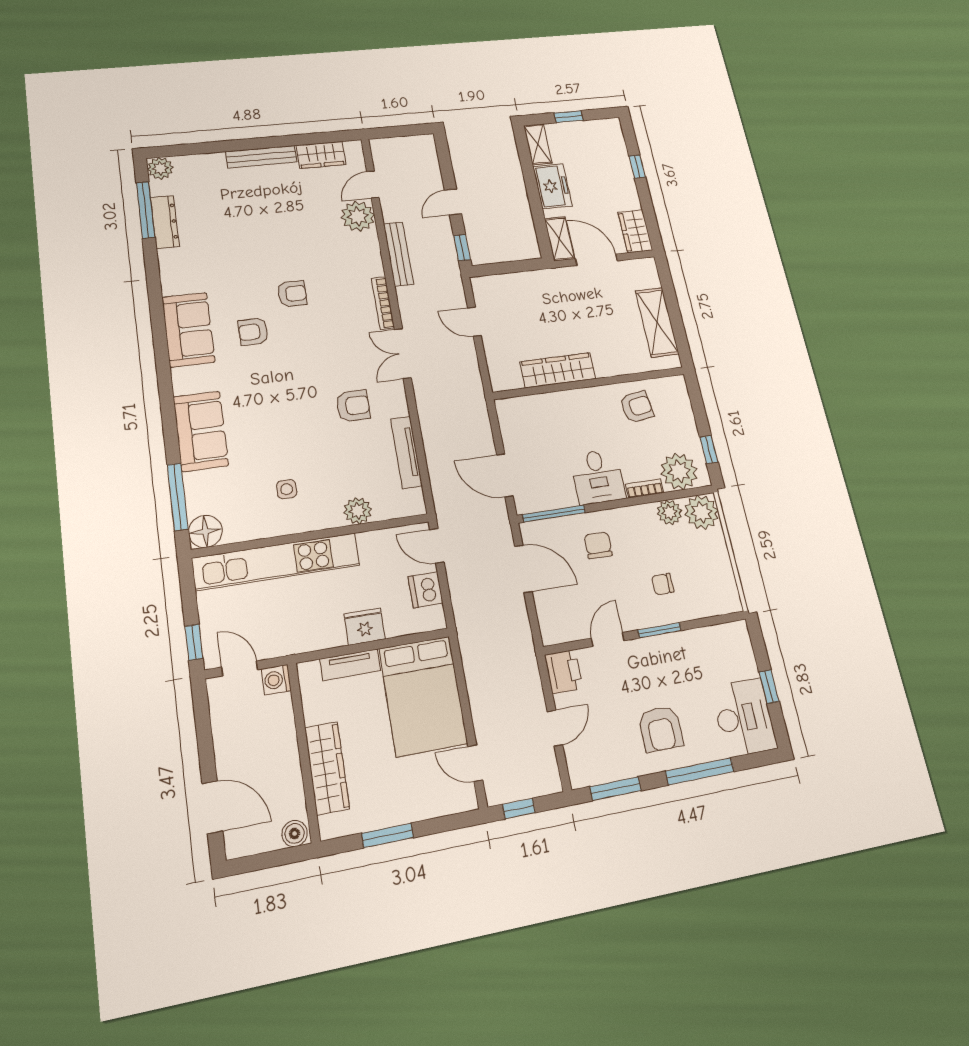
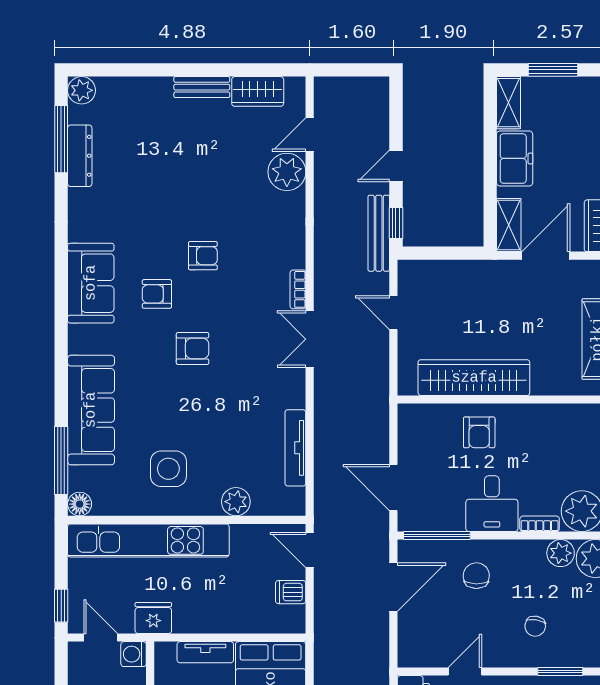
window: (569, 117) -> (553, 70), width x1.50
bench: (261, 157) -> (202, 87), width x0.73
bench: (398, 254) -> (379, 233), moved
door: (596, 260) -> (546, 256), hinge flipped
bookcase: (383, 303) -> (298, 289), width x0.64
wardrobe: (558, 370) -> (474, 378), width x1.40, depth x1.17
armchair: (353, 406) -> (193, 348), moved
armchair: (637, 407) -> (479, 432), moved, turned 98
sofa: (201, 431) -> (91, 410), width x1.36
side table: (287, 489) -> (168, 469), width x1.87, depth x1.87
floor lamp: (205, 531) -> (80, 504), width x0.73, depth x0.73
door: (523, 569) -> (393, 587), hinge flipped
chair: (663, 584) -> (535, 626), turned -80
dishwasher: (426, 590) -> (291, 592), width x0.73
fridge: (365, 626) -> (153, 618), moved
window: (659, 630) -> (560, 672), moved

